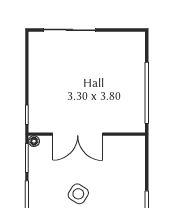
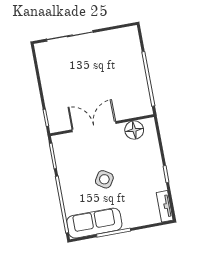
double door: (78, 134) -> (94, 127), swing flipped
floor lamp: (34, 141) -> (134, 130), moved, width x1.89, depth x1.89

